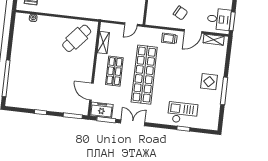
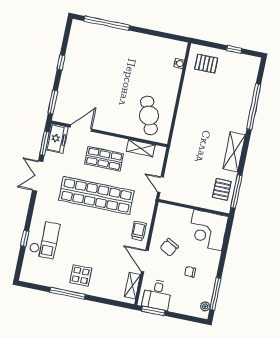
cafe table: (77, 38) -> (149, 115), turned 30
double door: (133, 123) -> (38, 176), swing flipped

